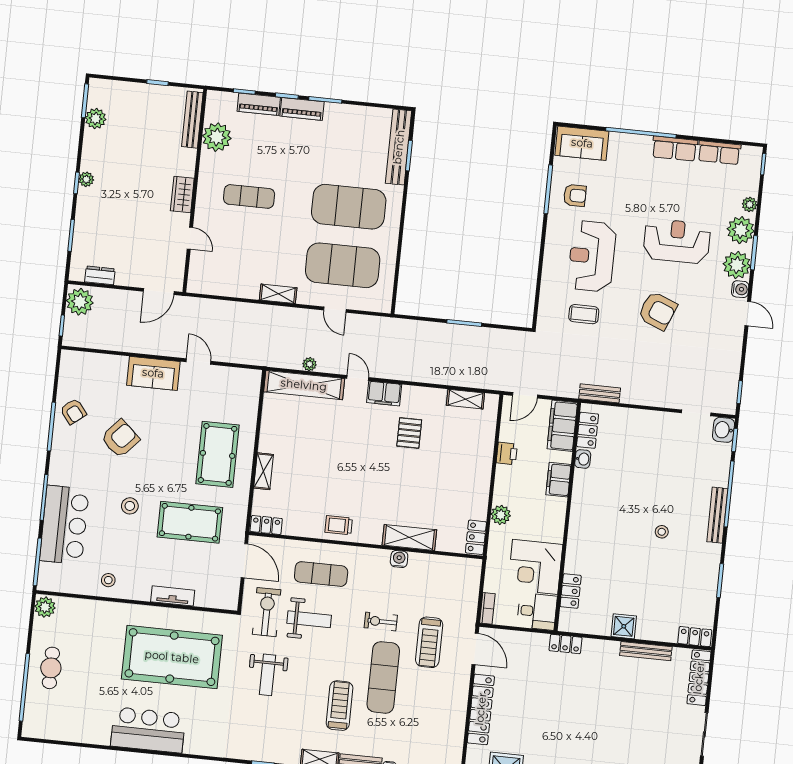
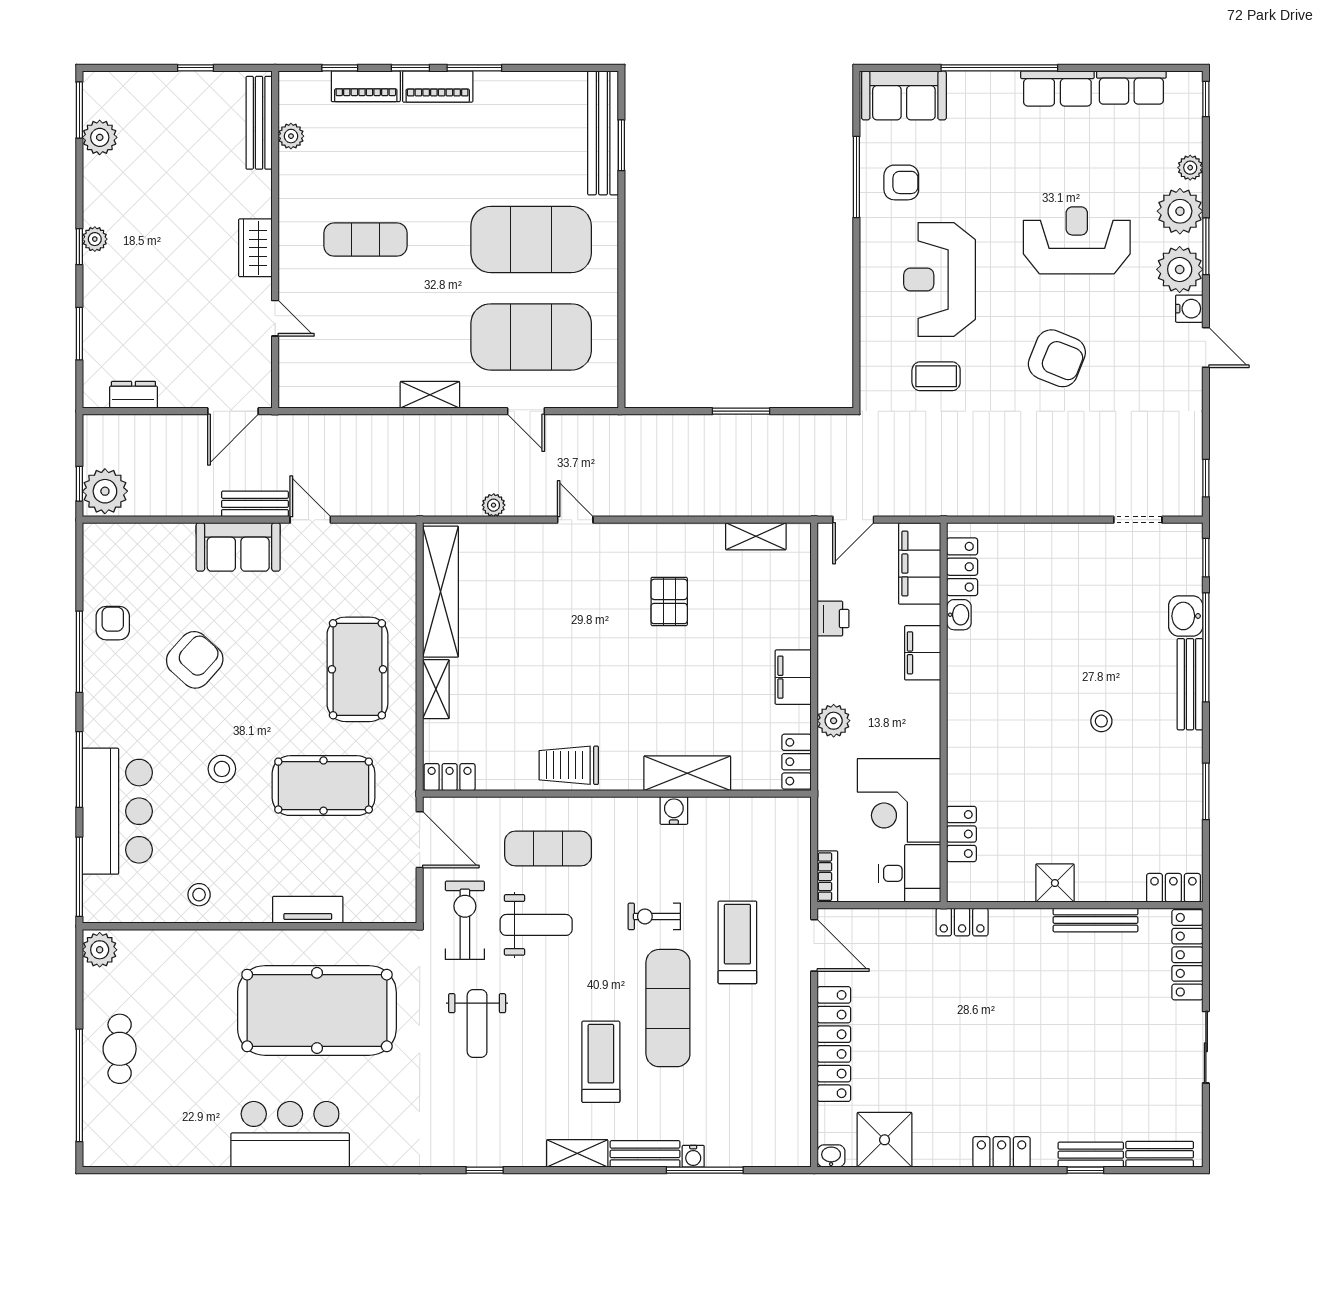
plant: (217, 137) -> (291, 136), width x0.53, depth x0.53
plant: (80, 302) -> (105, 491), moved
shelving: (304, 385) -> (441, 592), moved, turned 90
filing cabinet: (384, 393) -> (793, 677), moved, turned 90
bench: (600, 393) -> (255, 504), moved
armchair: (73, 411) -> (113, 623), turned -142
washbasin: (724, 430) -> (1186, 616), moved
trolley: (339, 525) -> (569, 765), width x1.36, depth x1.39
treadmill: (429, 642) -> (737, 942), turned 180

